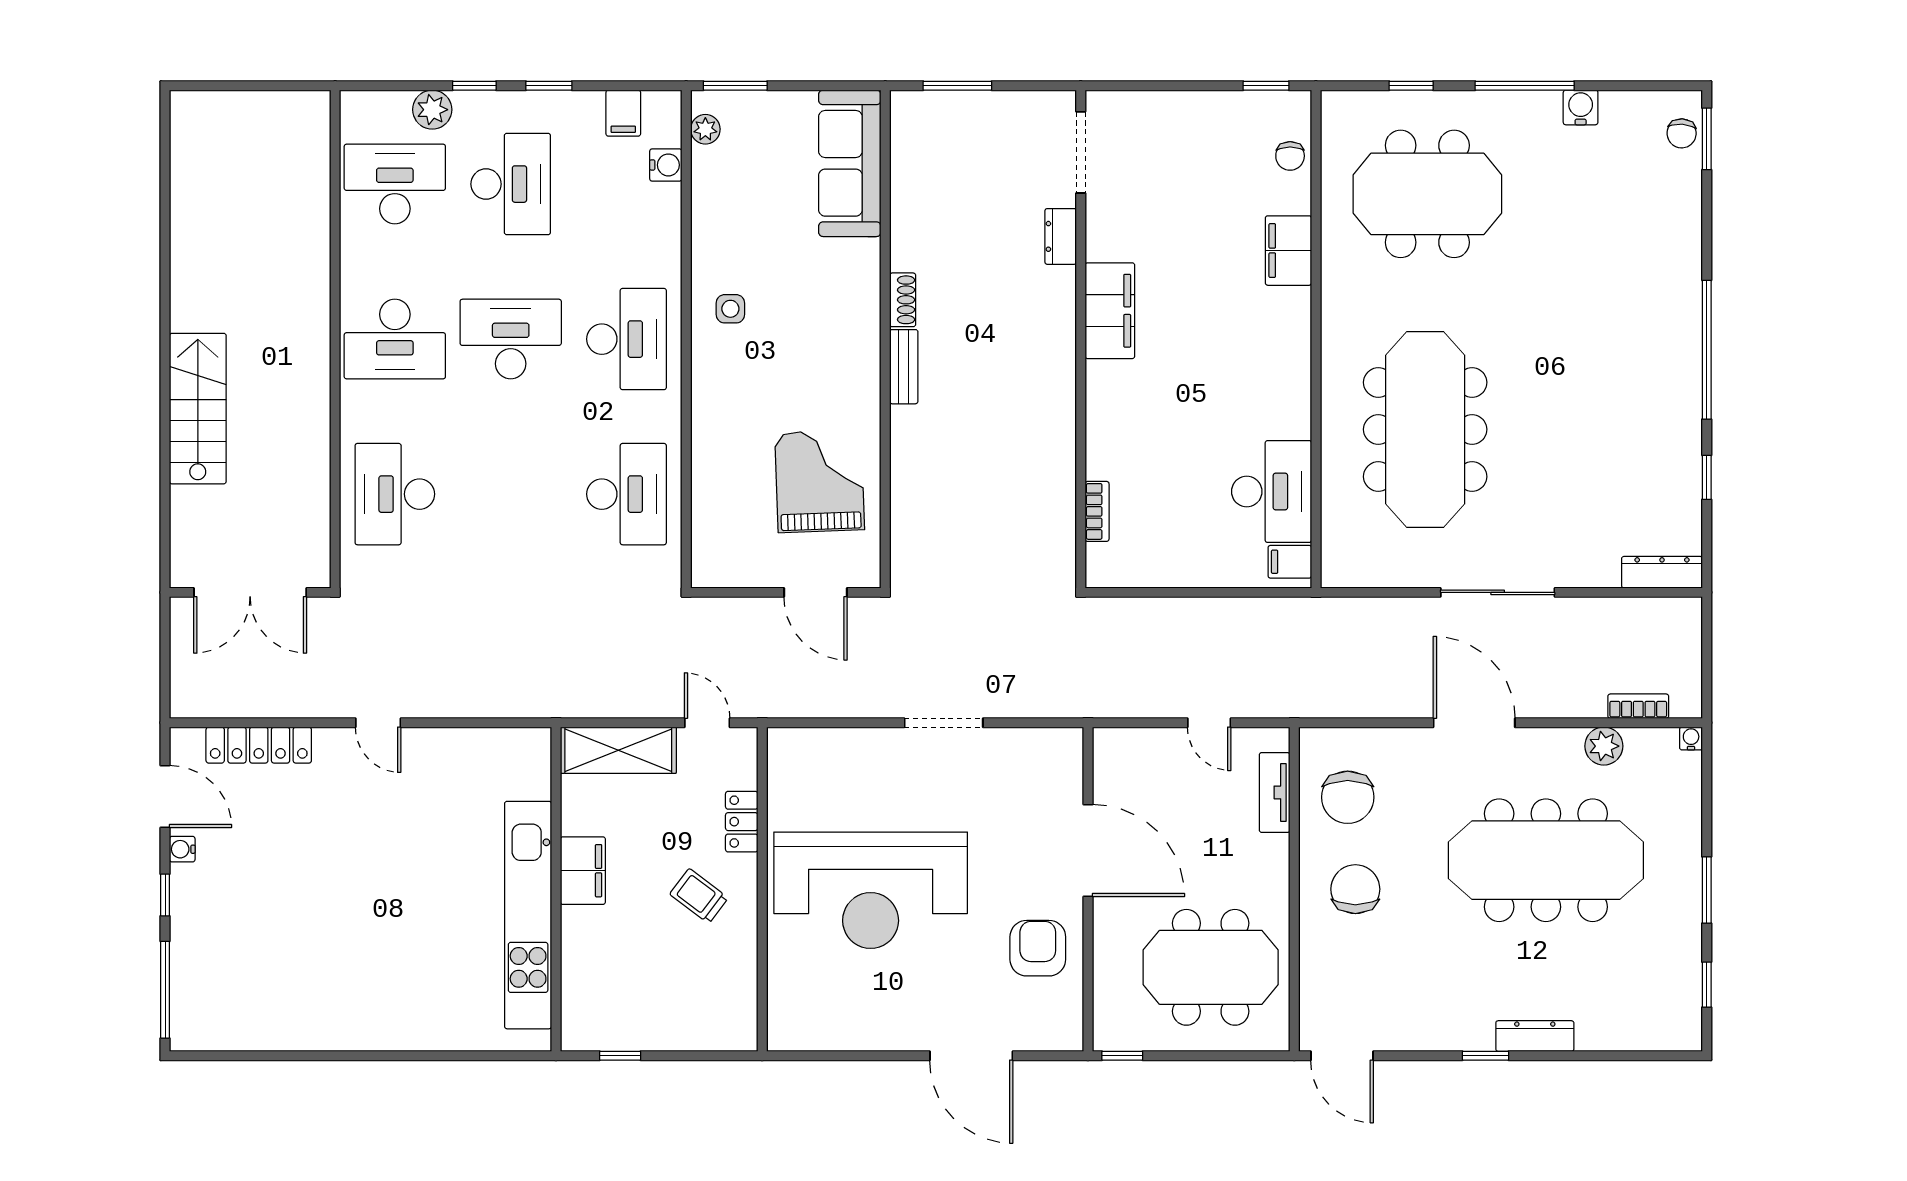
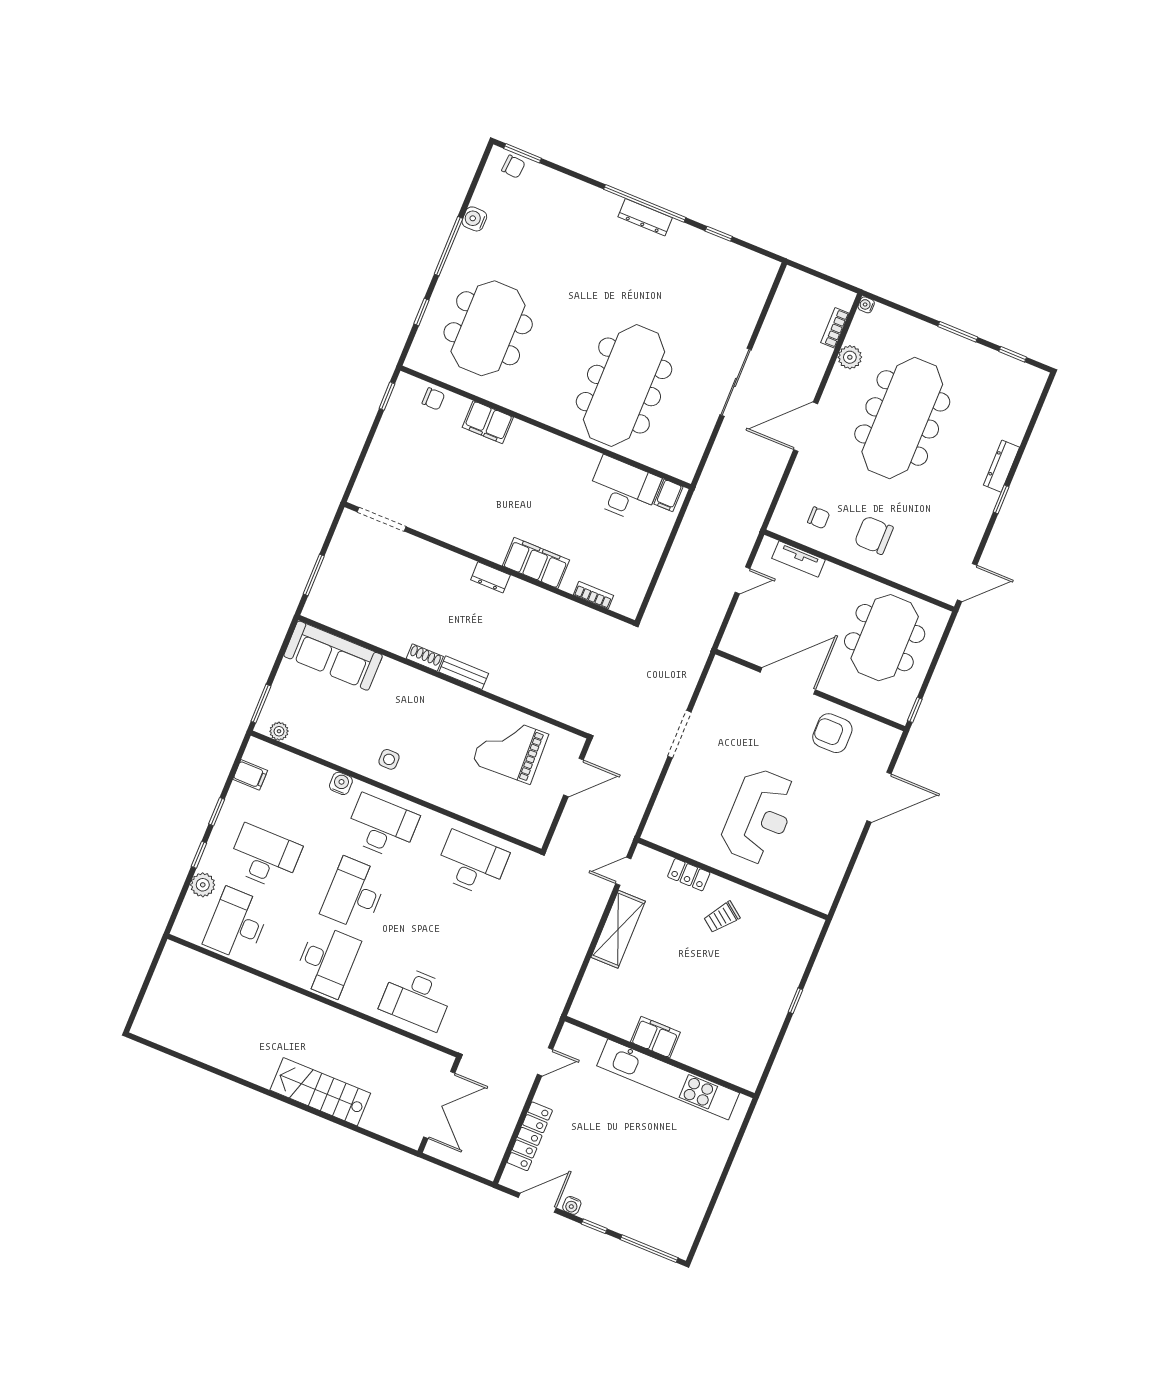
water cooler: (666, 165) -> (341, 783), moved
dresser: (1061, 236) -> (490, 577), moved
filing cabinet: (1110, 311) -> (536, 563), moved
meeting table: (1425, 429) -> (624, 386), turned 90
dresser: (1662, 572) -> (645, 217), moved, turned -90
chair: (1348, 797) -> (819, 518), width x0.54, depth x0.54
filing cabinet: (583, 871) -> (655, 1037), moved
wall: (556, 889) -> (660, 1057), moved
reception desk: (871, 890) -> (759, 816), width x0.74, depth x0.77
kitchen unit: (528, 915) -> (668, 1079), moved

